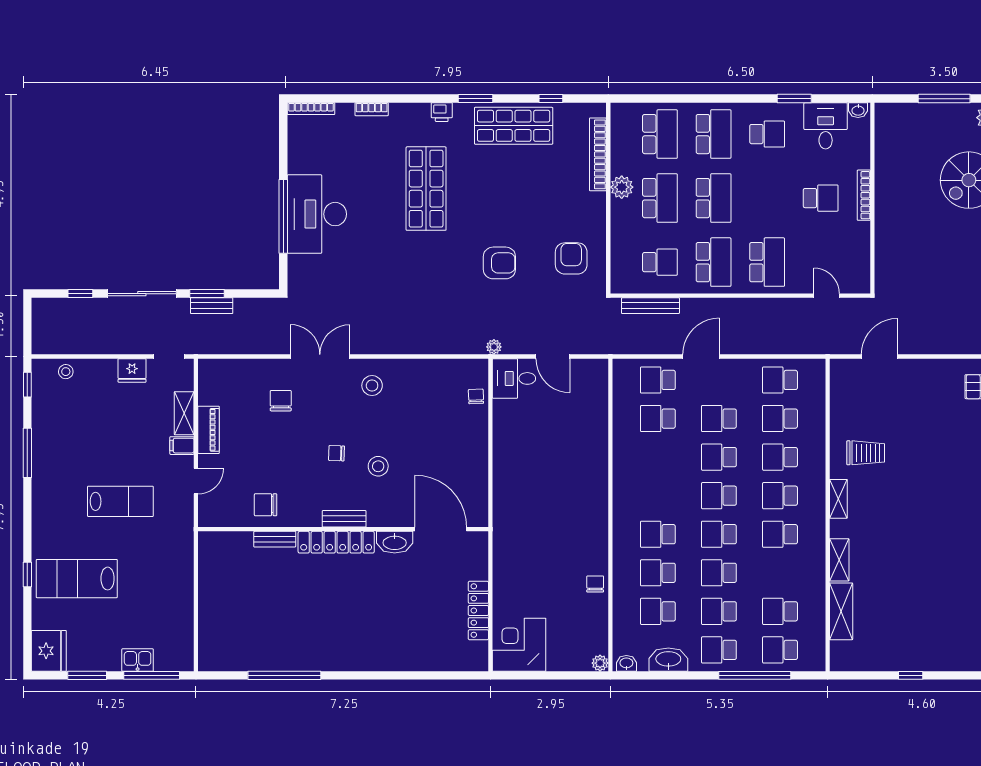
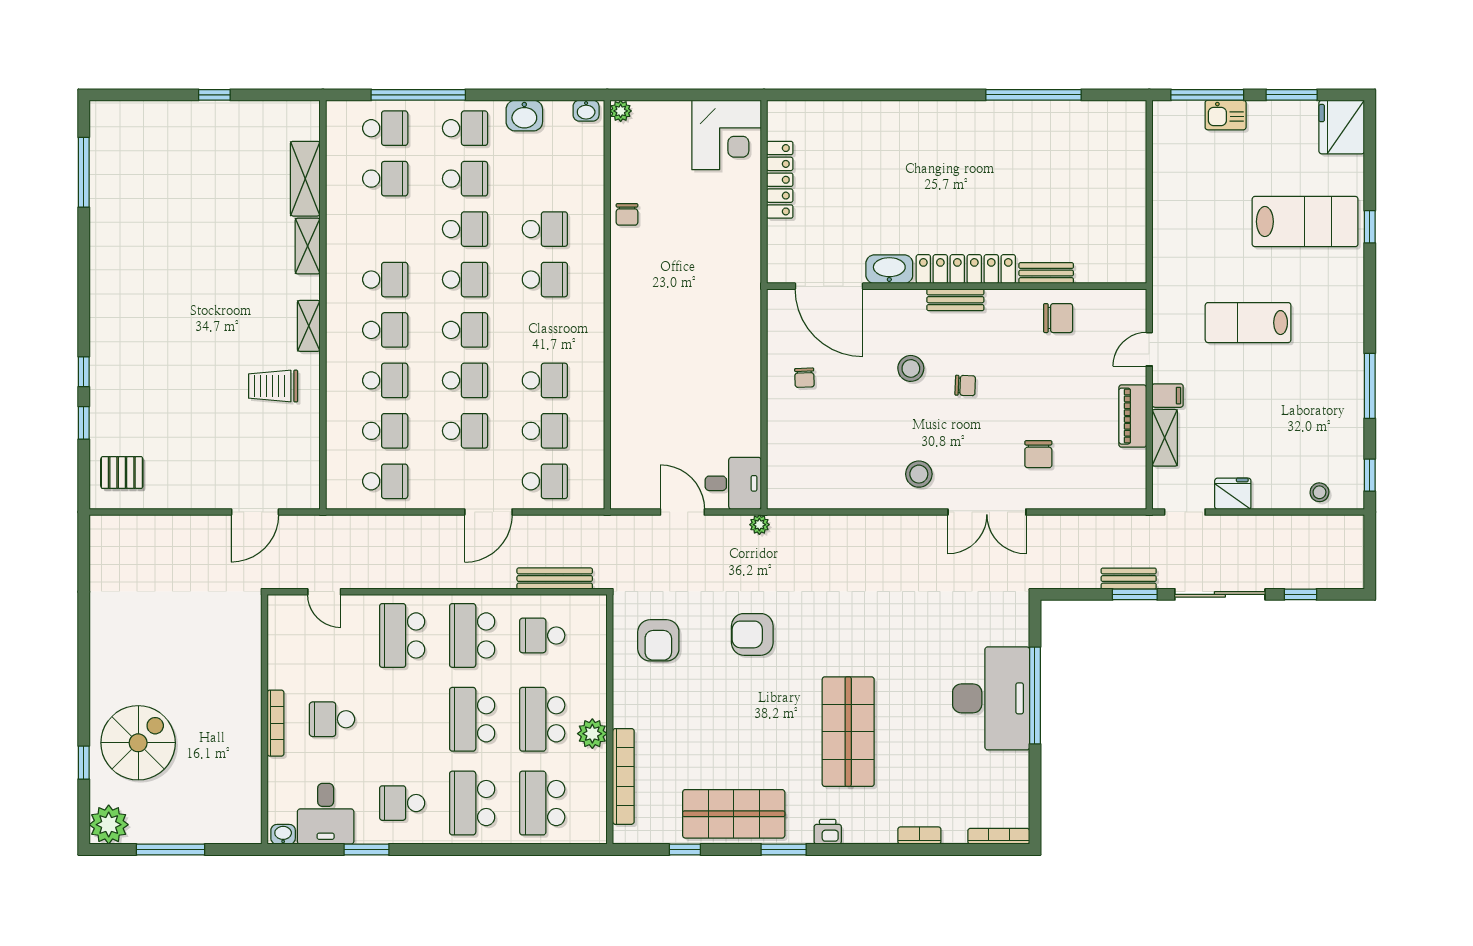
chair: (476, 396) -> (804, 378), moved
school desk: (658, 611) -> (545, 380), moved
washbasin: (668, 660) -> (524, 116), width x0.72

